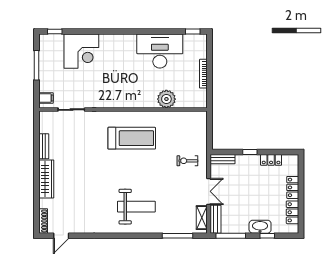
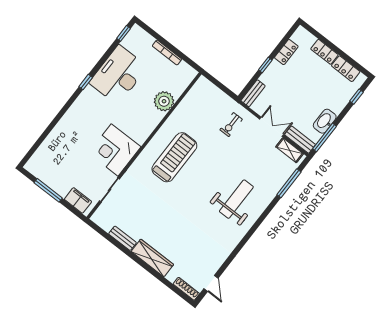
window: (55, 31) -> (86, 82), moved
corner desk: (81, 51) -> (115, 150), moved, turned 180
filing cabinet: (46, 98) -> (78, 200), width x2.00
washbasin: (260, 227) -> (325, 121), moved
window: (267, 236) -> (356, 97), moved

